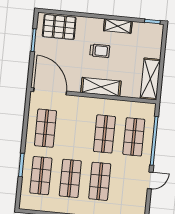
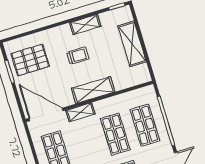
pallet: (59, 27) -> (30, 60), moved
shelving: (150, 79) -> (132, 44), moved
shelving: (81, 102) -> (80, 112), added

